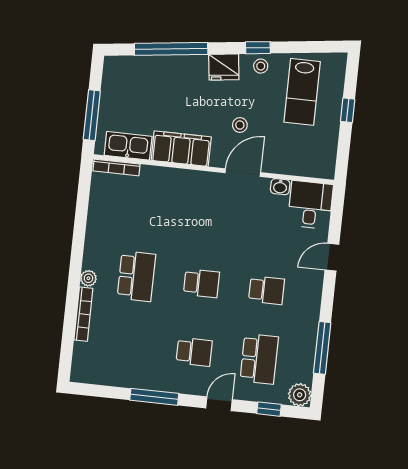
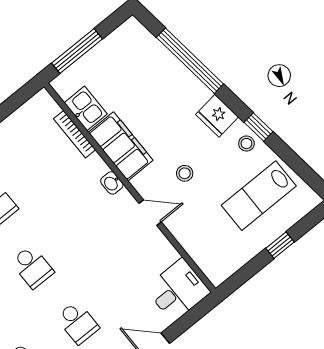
kitchen sink: (128, 146) -> (86, 108), width x0.73
bookcase: (117, 167) -> (75, 134), moved
door: (243, 173) -> (150, 213), width x0.73
washbasin: (280, 187) -> (112, 183), moved

